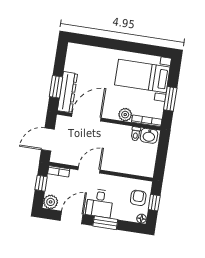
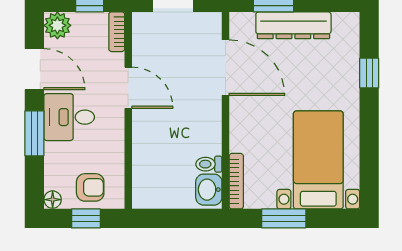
window: (101, 42) -> (369, 73), added
dresser: (68, 92) -> (293, 25), moved
plant: (125, 115) -> (242, 139), removed

